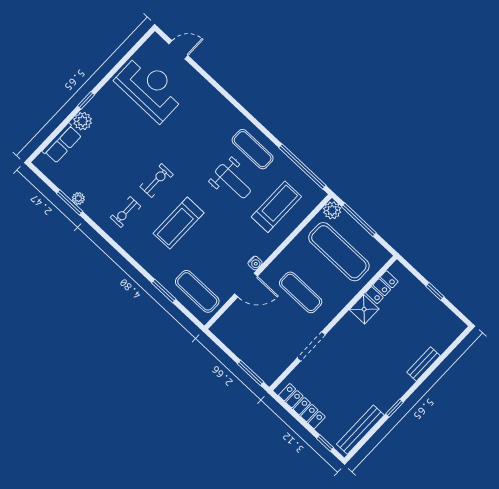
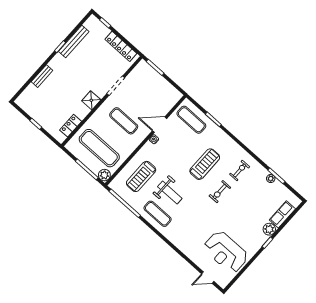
weight bench: (233, 181) -> (170, 192), turned 180
shower: (364, 309) -> (91, 100), moved
bench: (360, 430) -> (74, 41), moved

